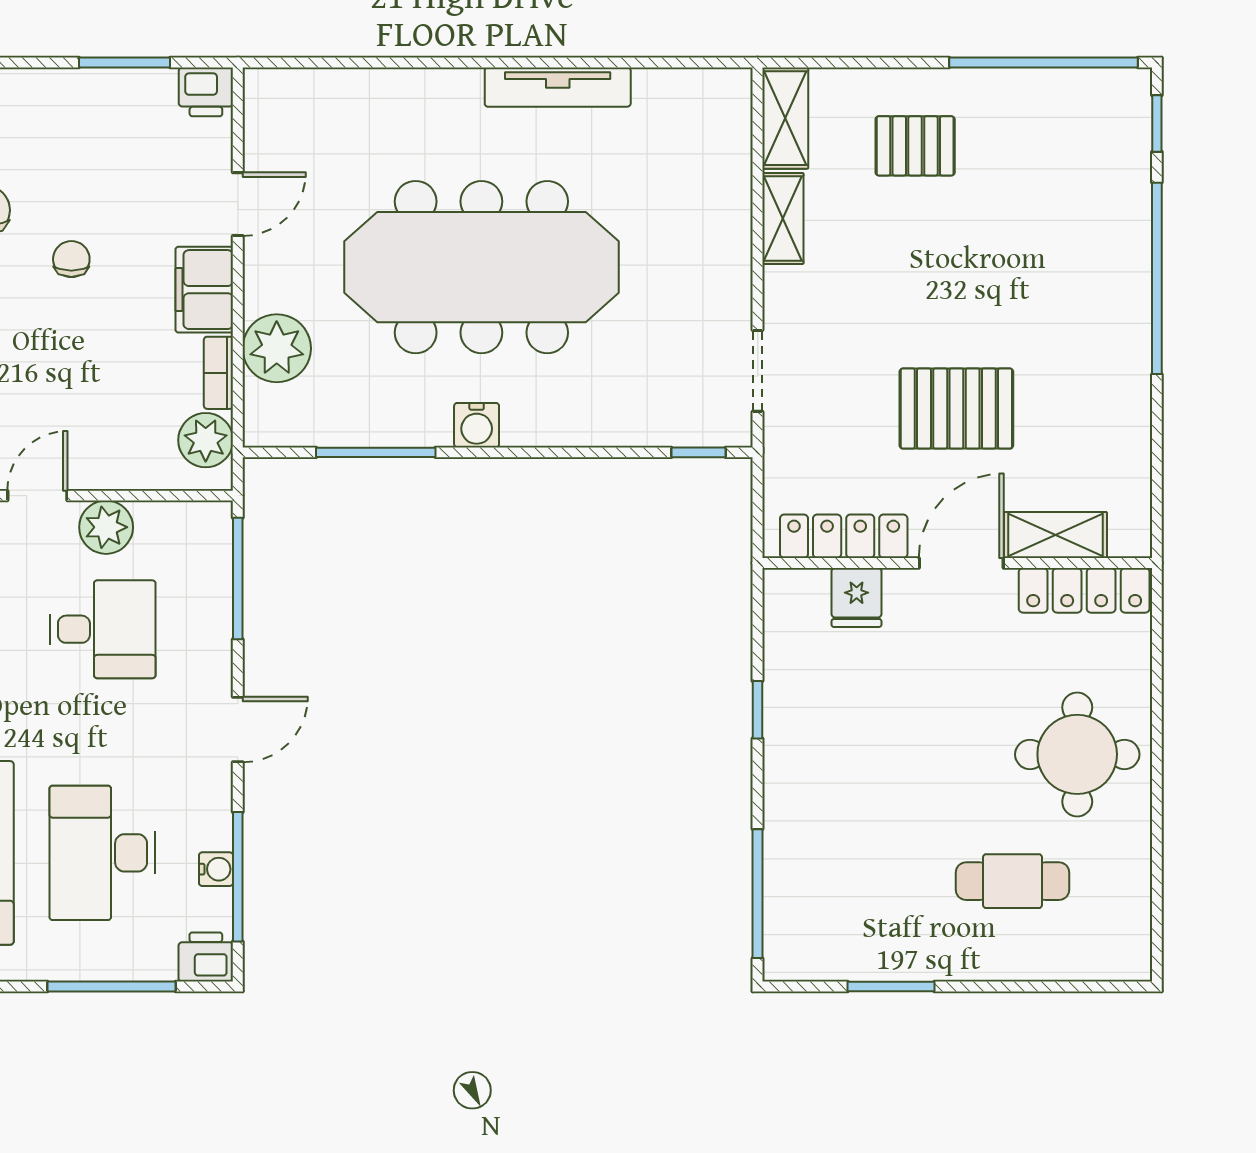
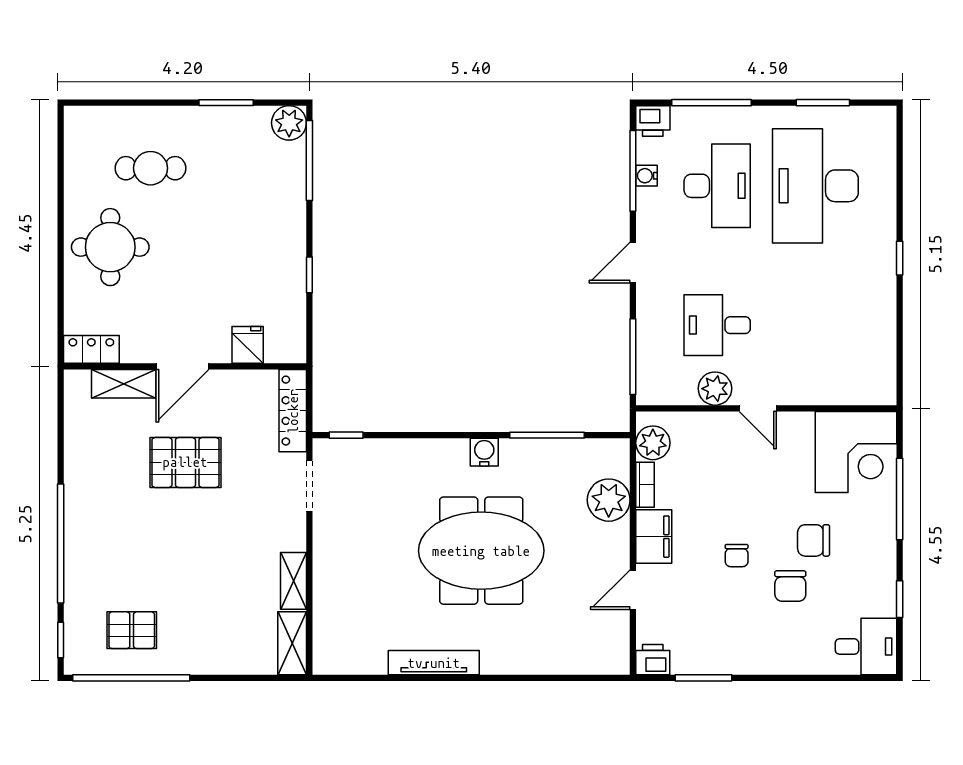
pallet: (915, 146) -> (132, 630), moved
meeting table: (481, 267) -> (481, 551), width x0.73
door: (37, 496) -> (758, 408), hinge flipped
locker: (844, 536) -> (293, 411), moved, turned 90
locker: (1084, 590) -> (91, 349), width x0.66
plant: (790, 954) -> (289, 123), added

